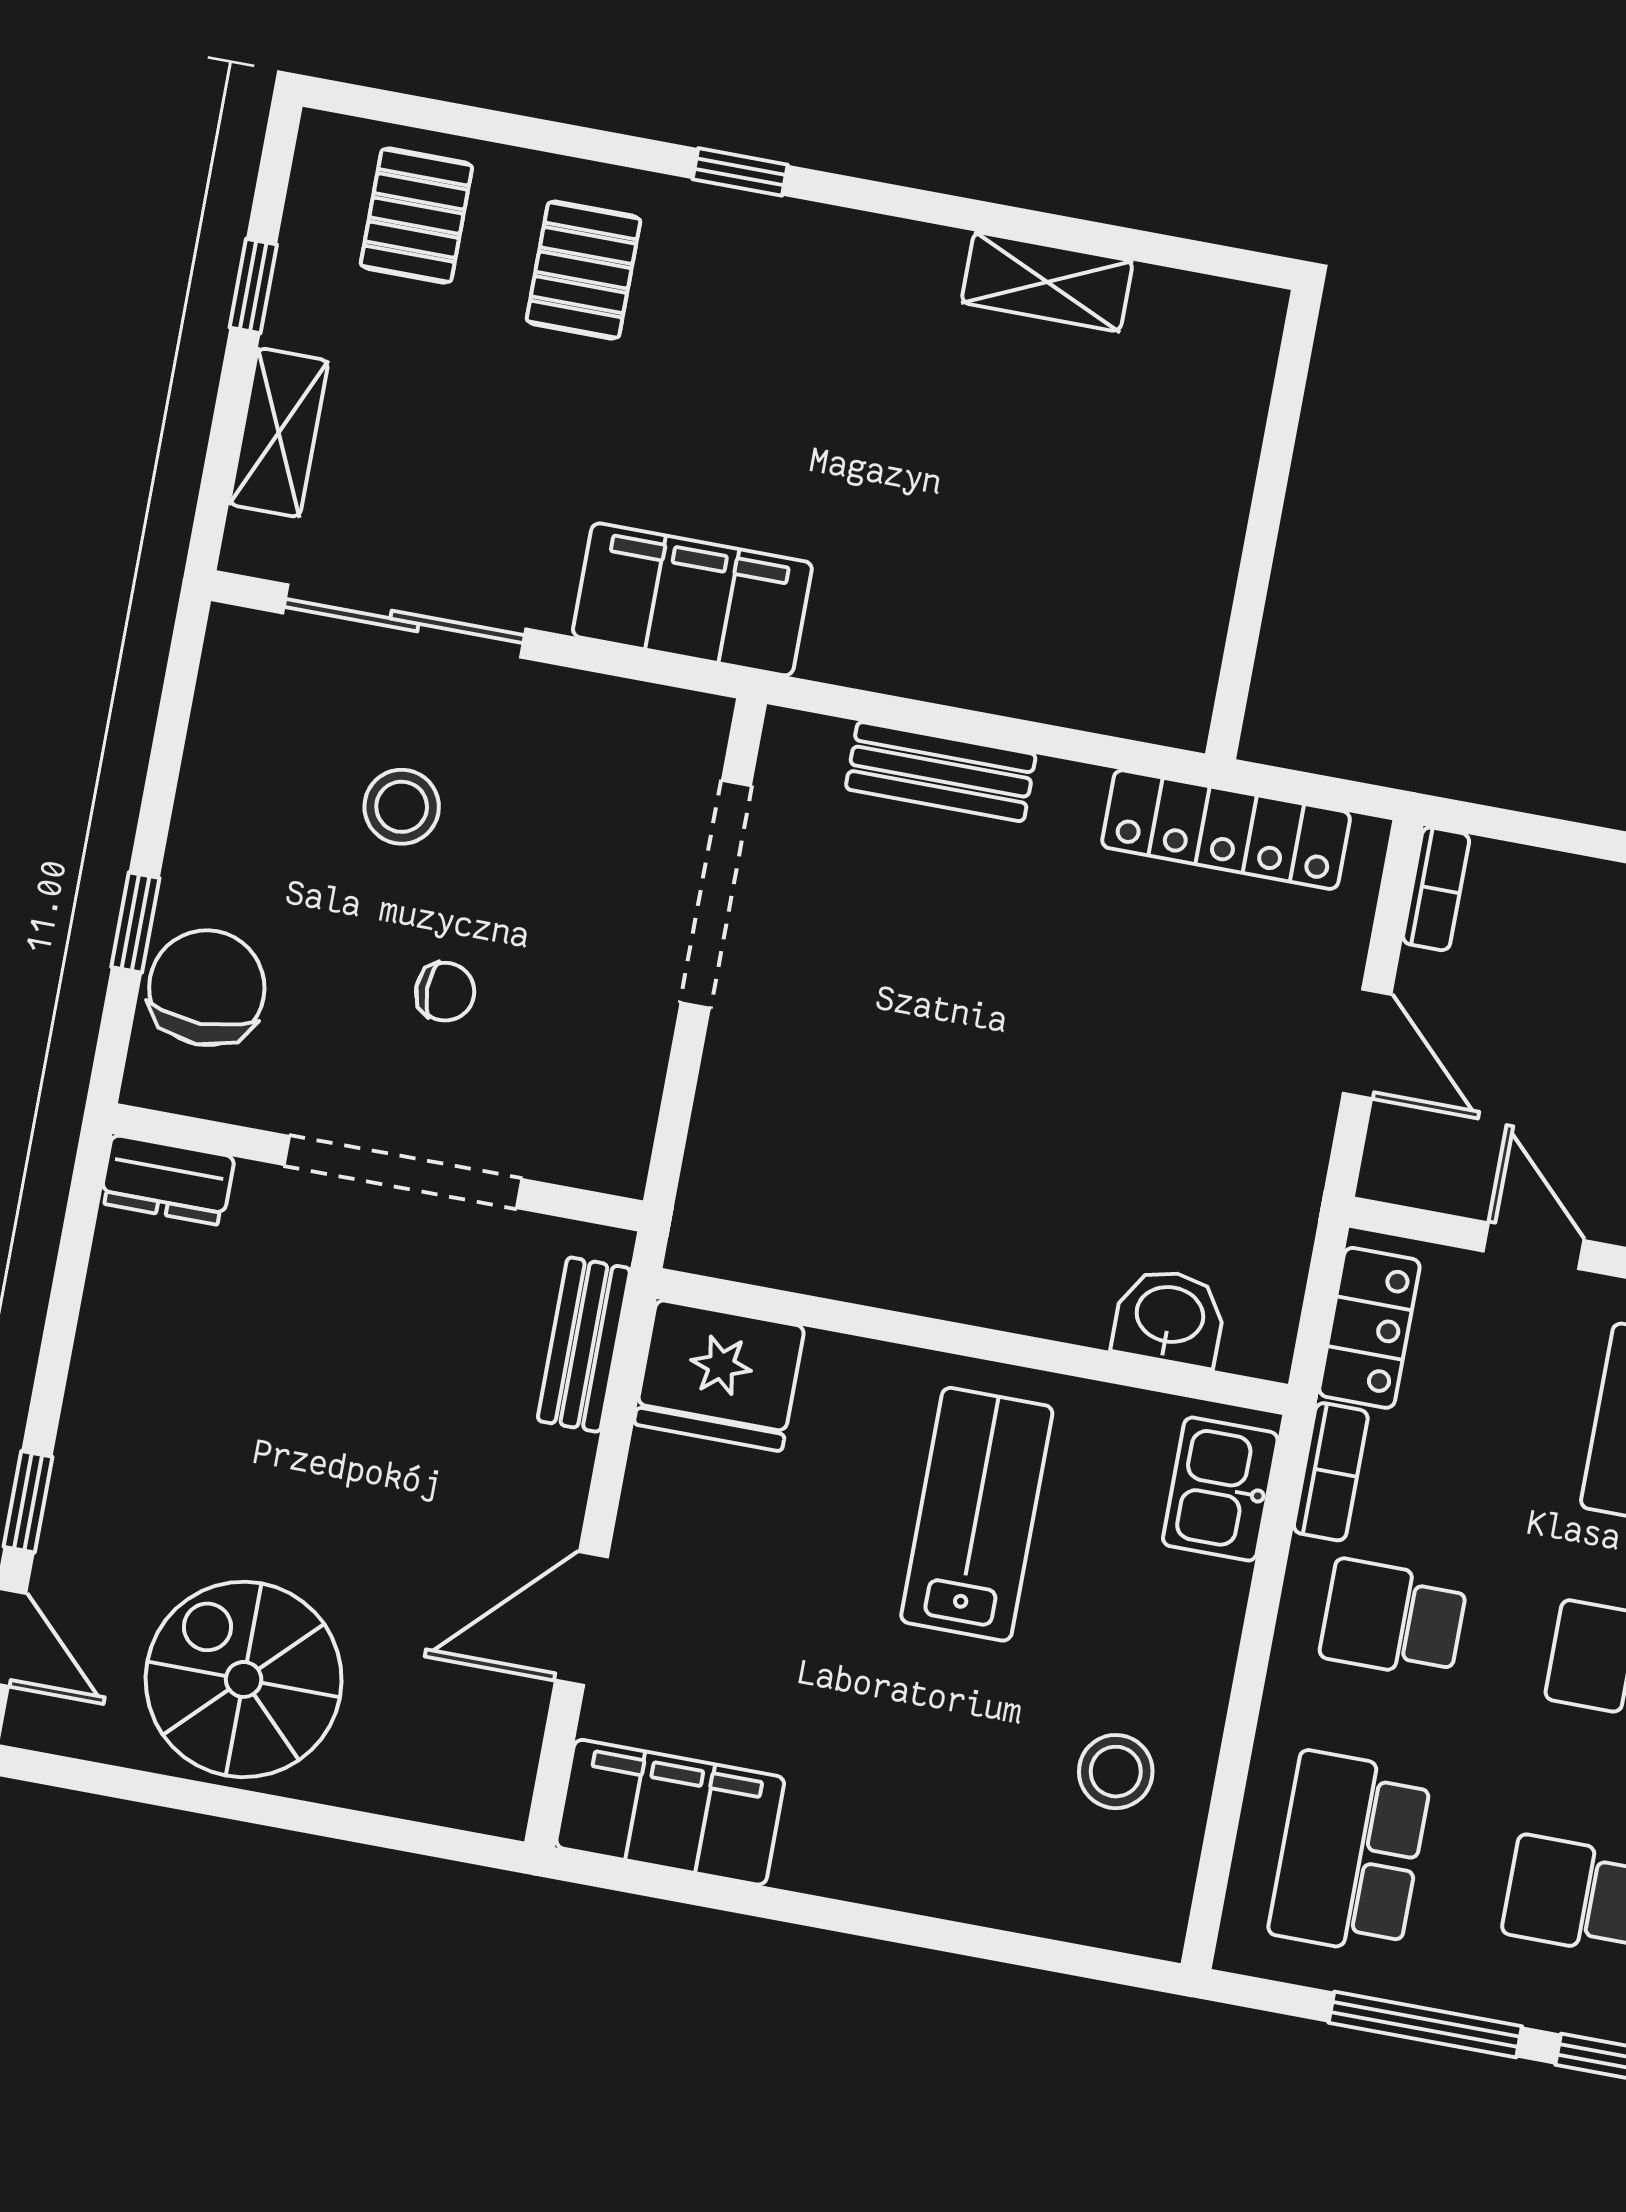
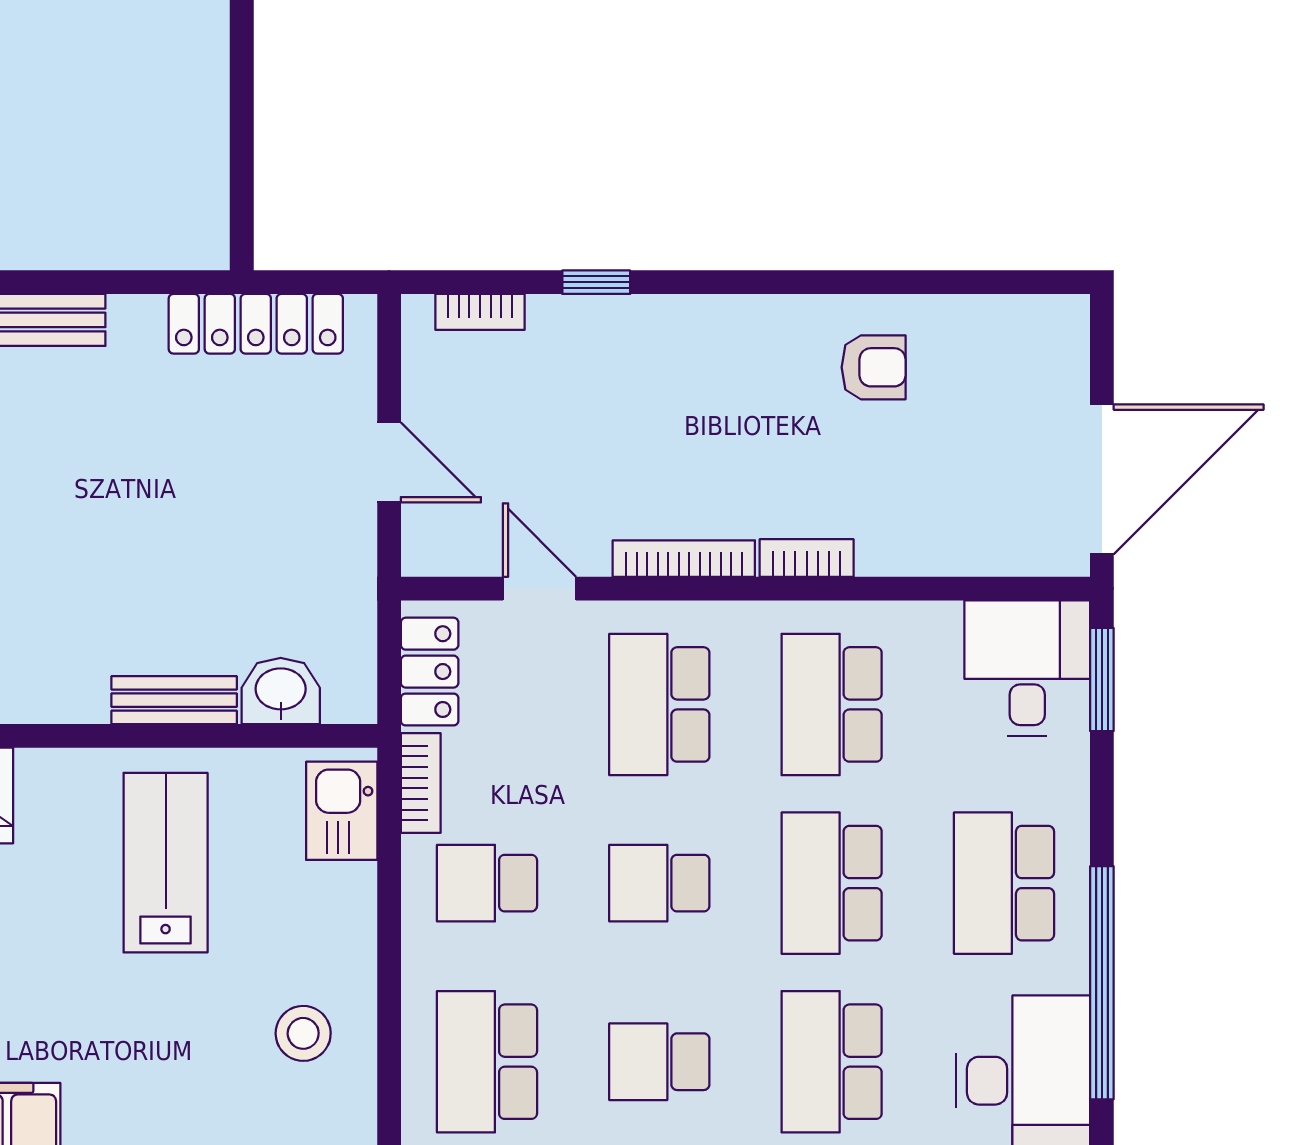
bookcase: (1436, 889) -> (480, 312), moved, turned 90
bench: (1028, 1303) -> (174, 700), added

